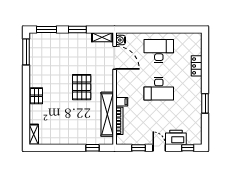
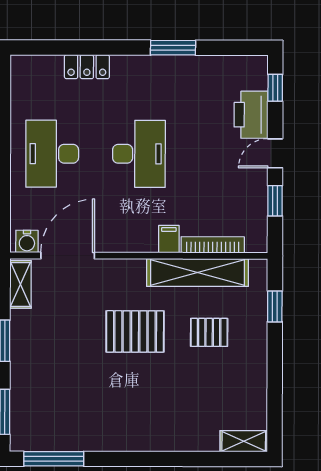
pallet: (36, 96) -> (209, 332), moved

